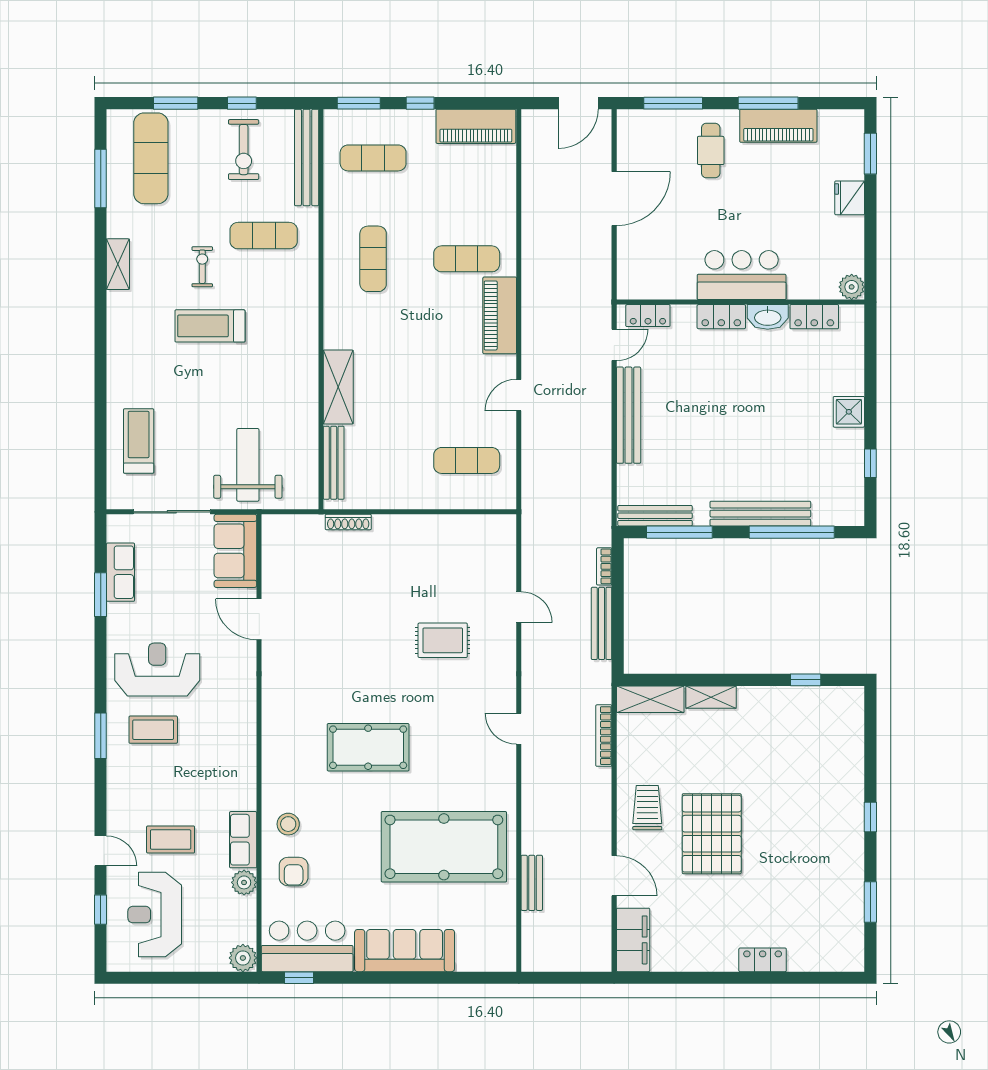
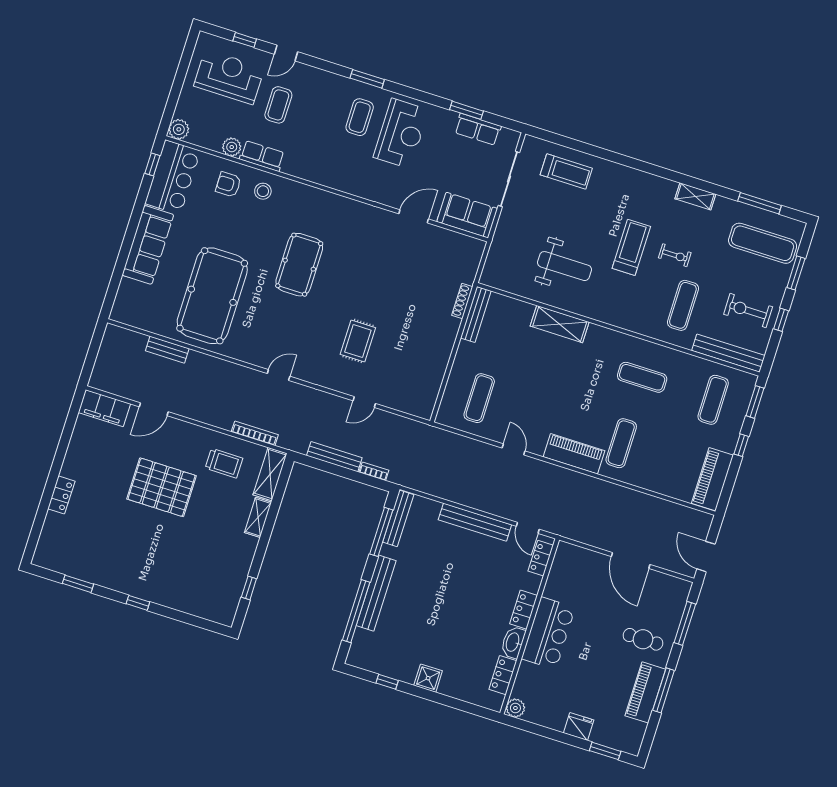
bench: (334, 463) -> (476, 314), moved, turned 90
weight bench: (248, 465) -> (565, 266), moved
trolley: (647, 808) -> (224, 463), moved

